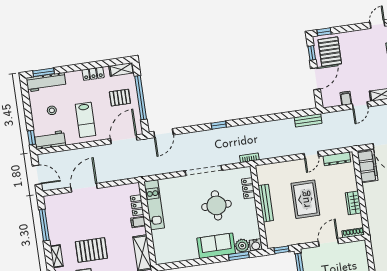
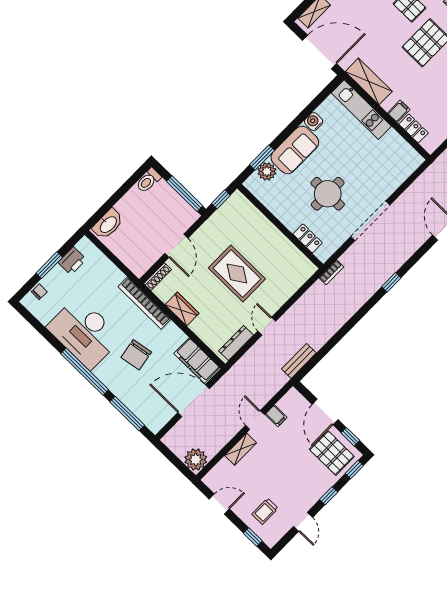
window: (351, 28) -> (329, 496), added
bench: (266, 203) -> (276, 237), removed
kitchen unit: (154, 205) -> (361, 110), moved
bookcase: (373, 223) -> (144, 303), added
water cooler: (256, 245) -> (314, 122), moved

